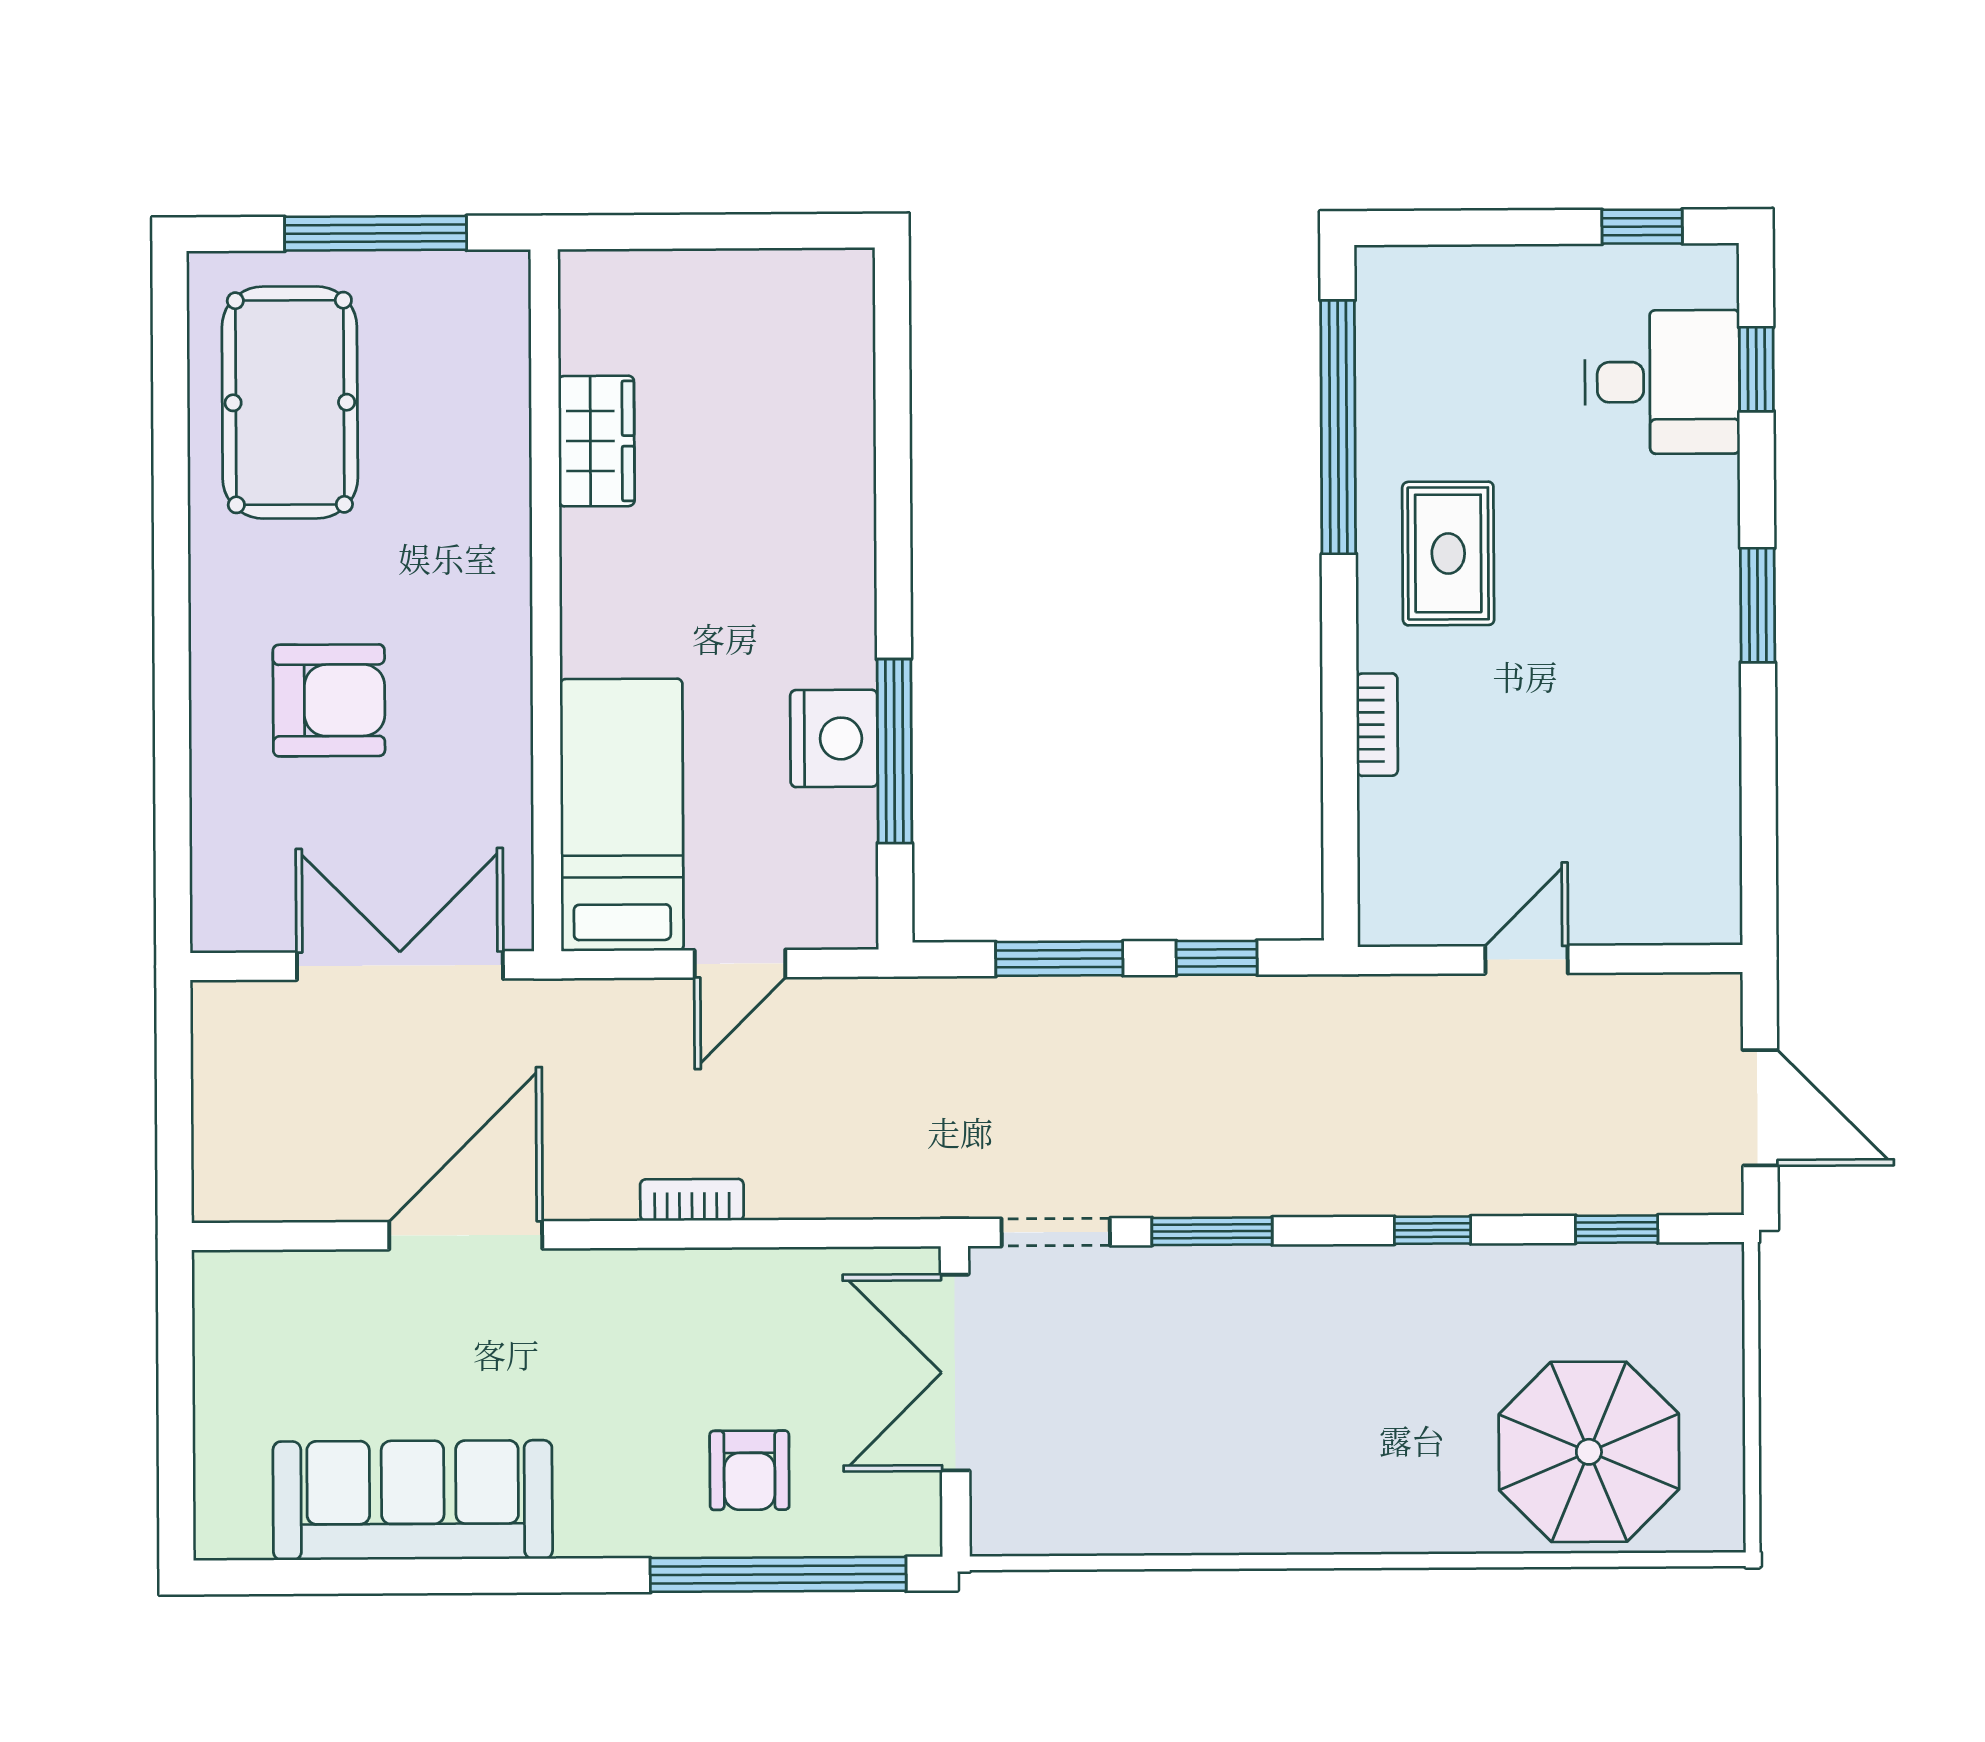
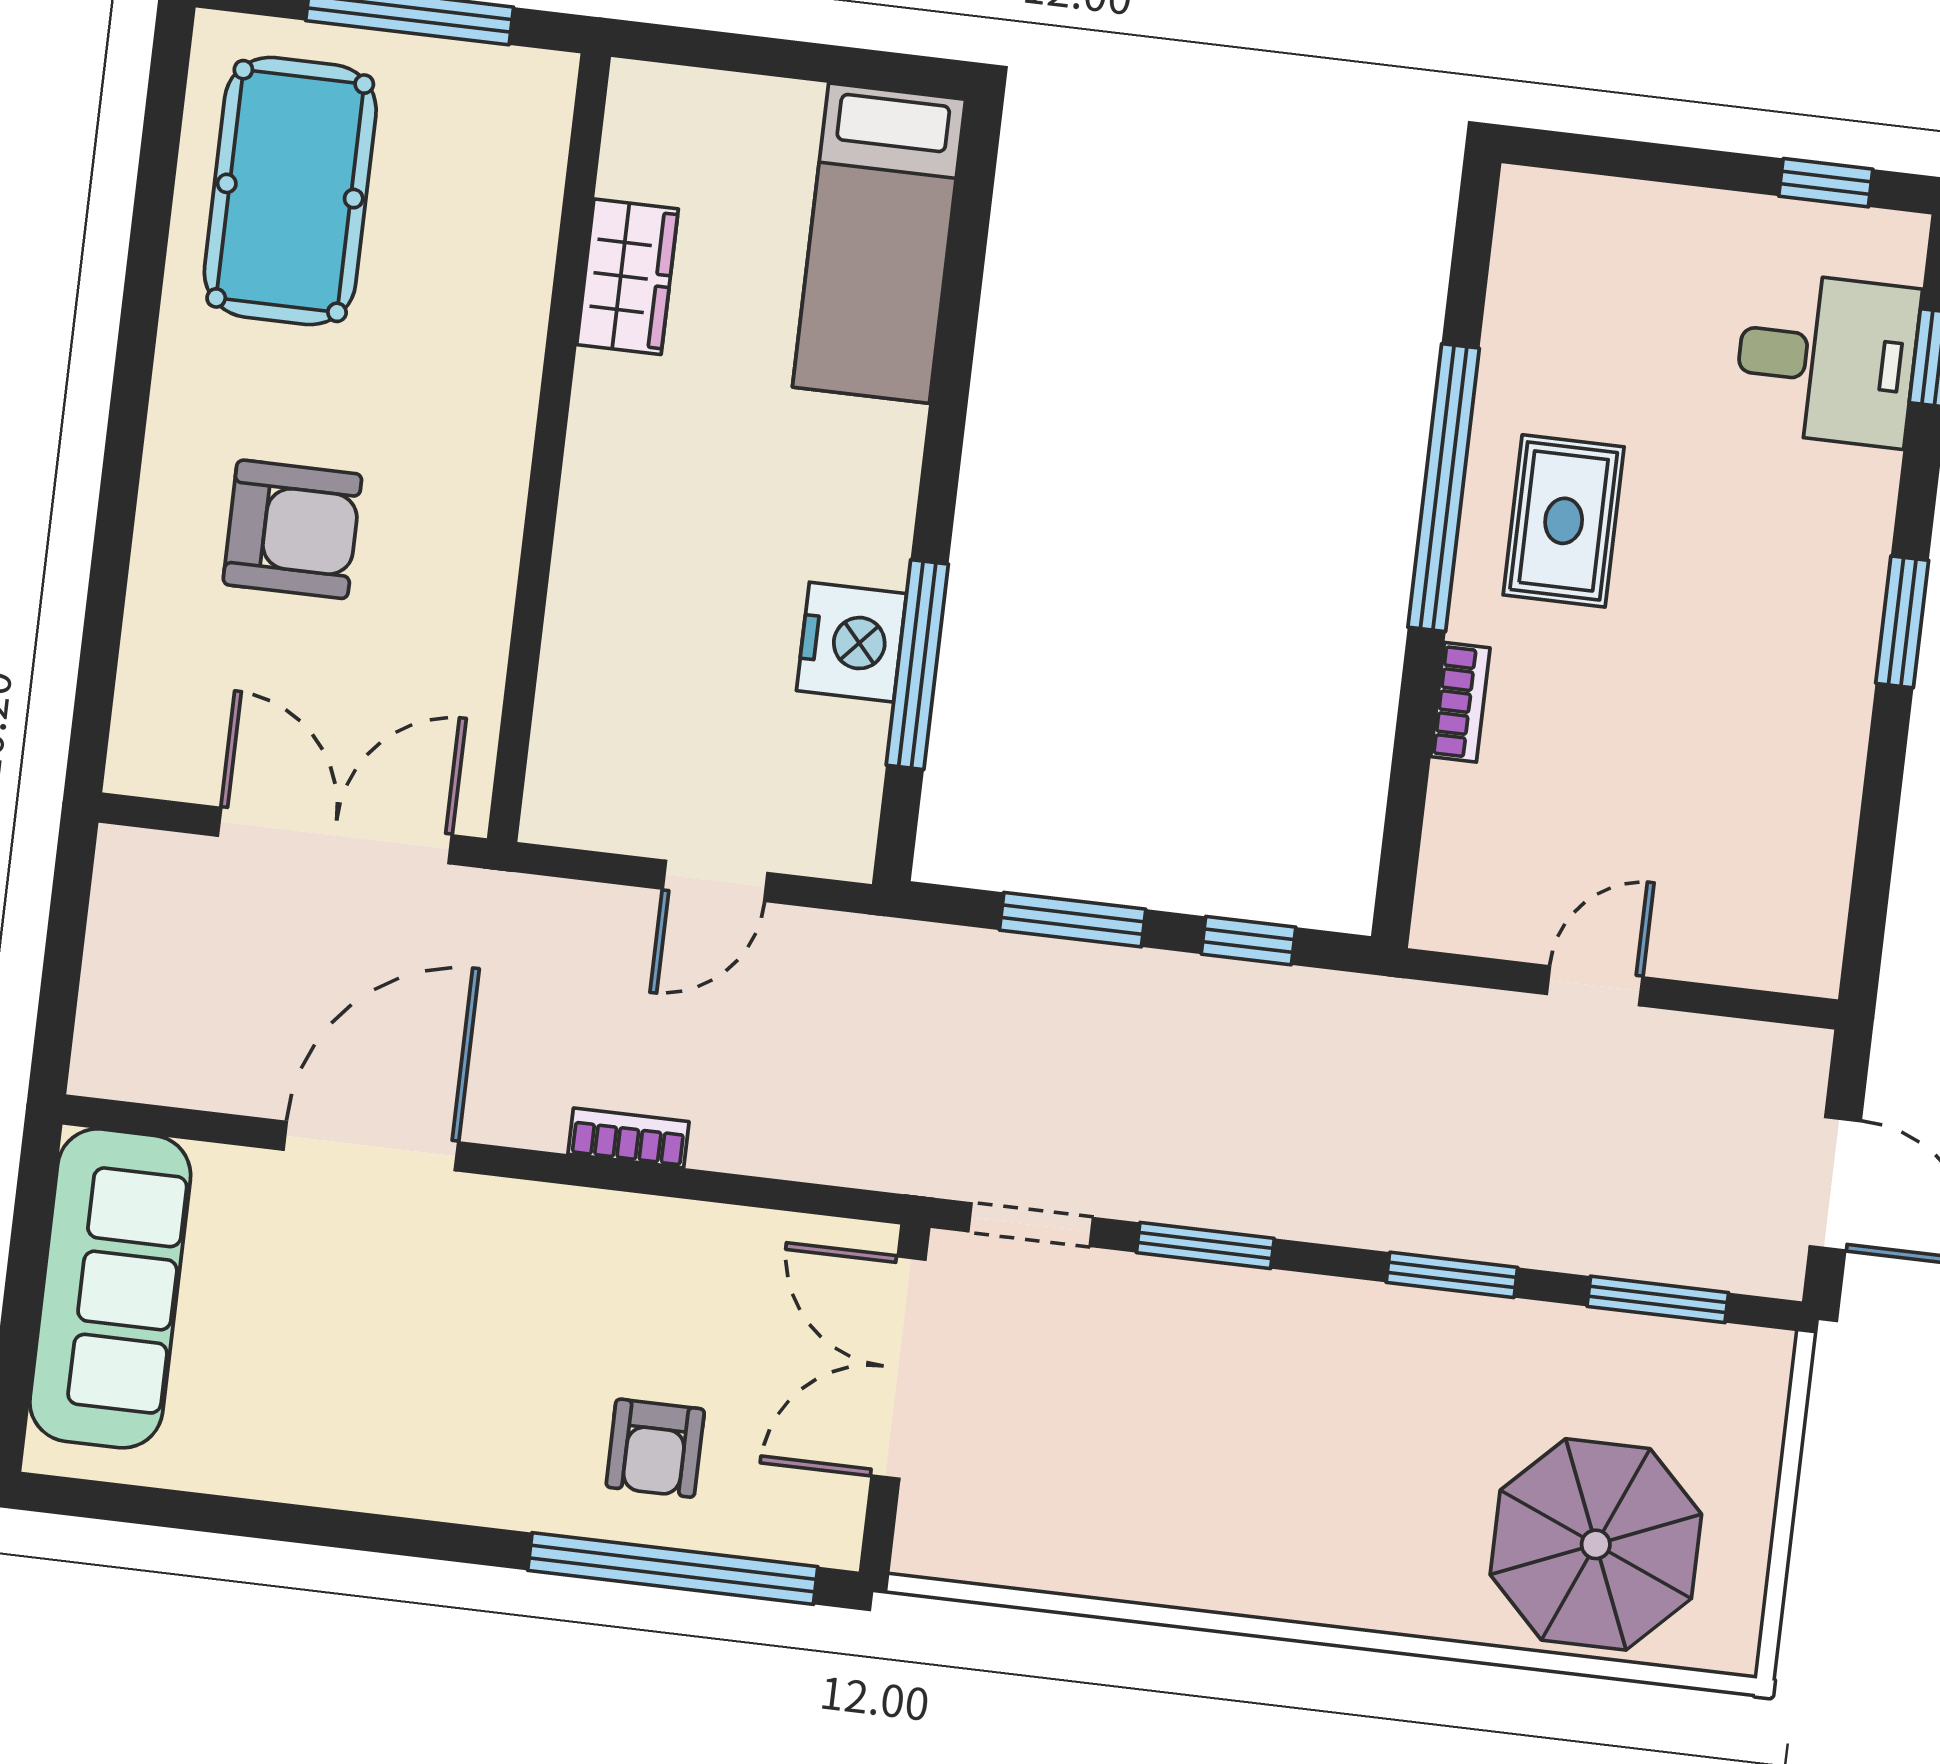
window: (1338, 427) -> (1444, 488), moved
bed: (622, 815) -> (879, 243), moved, turned 180
window: (1617, 1229) -> (1658, 1299), width x1.50
window: (1433, 1230) -> (1452, 1275), width x1.50
sofa: (413, 1500) -> (110, 1288), moved, turned 90

